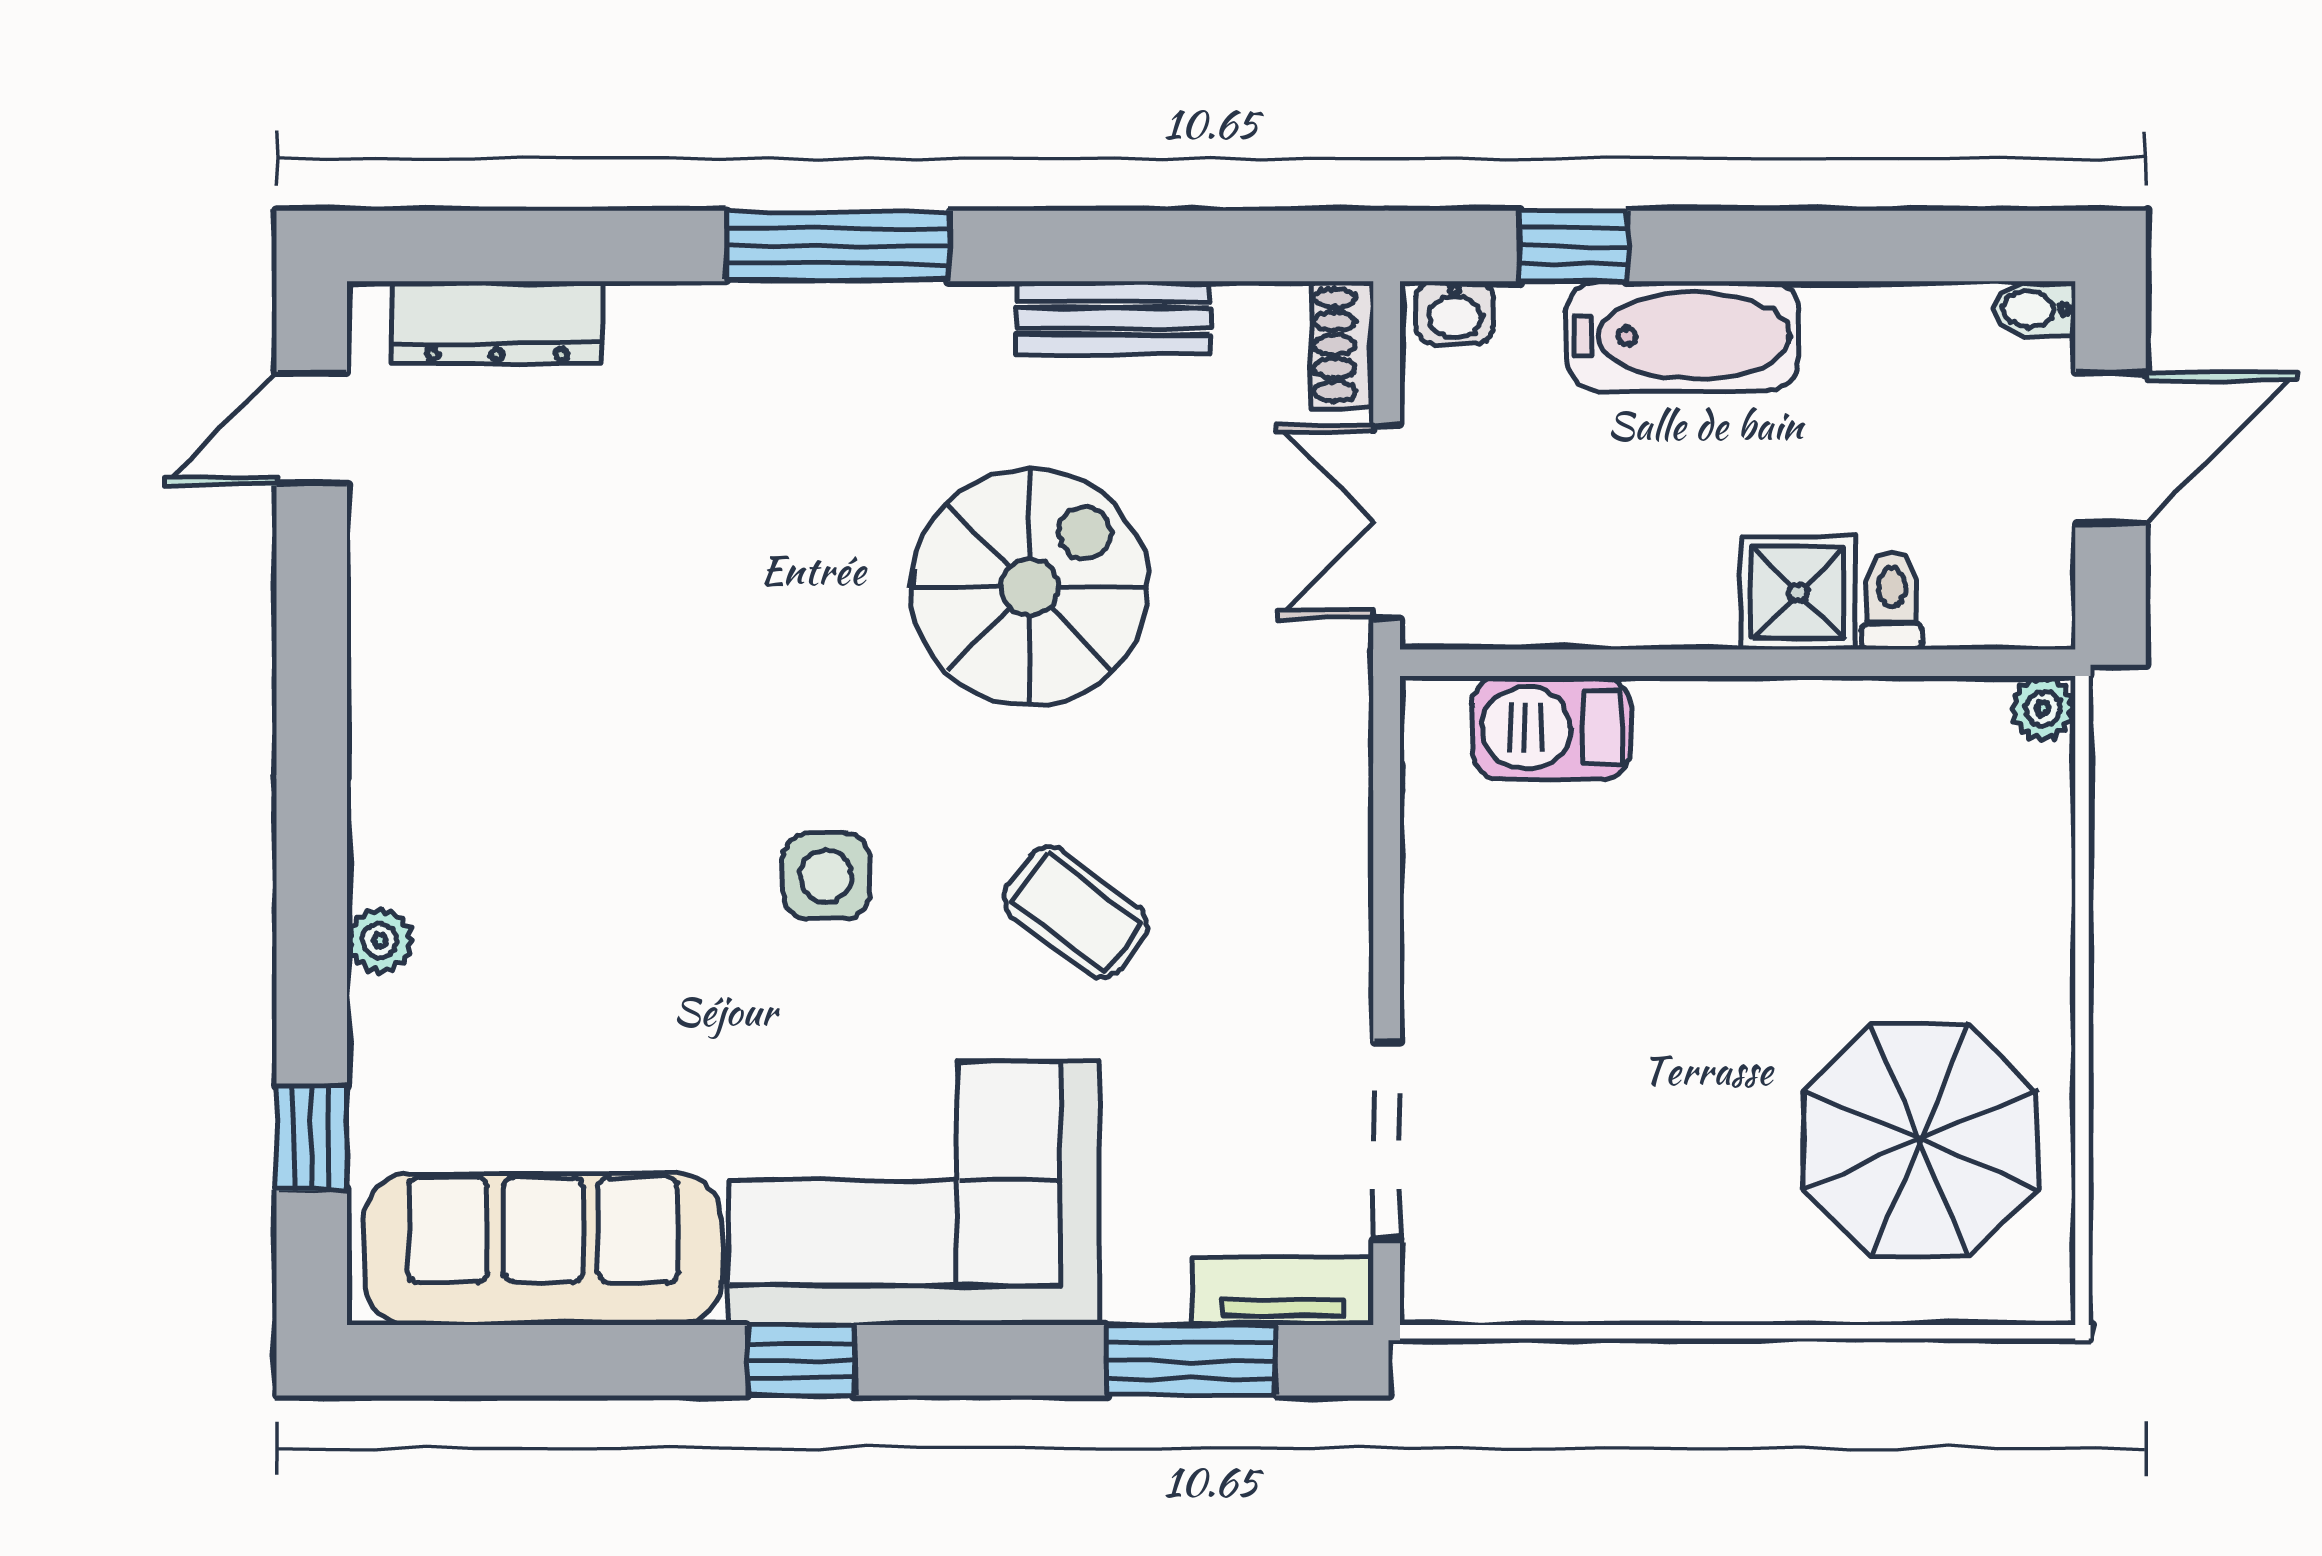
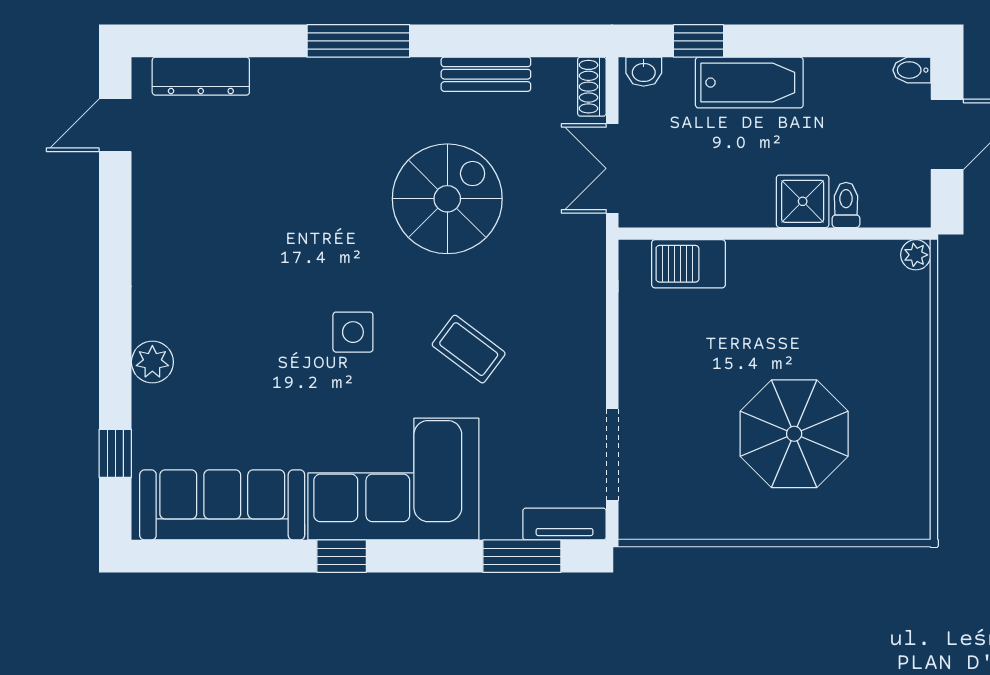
plant: (380, 940) -> (152, 362), width x1.38, depth x1.38
parasol: (1920, 1140) -> (794, 434), moved

